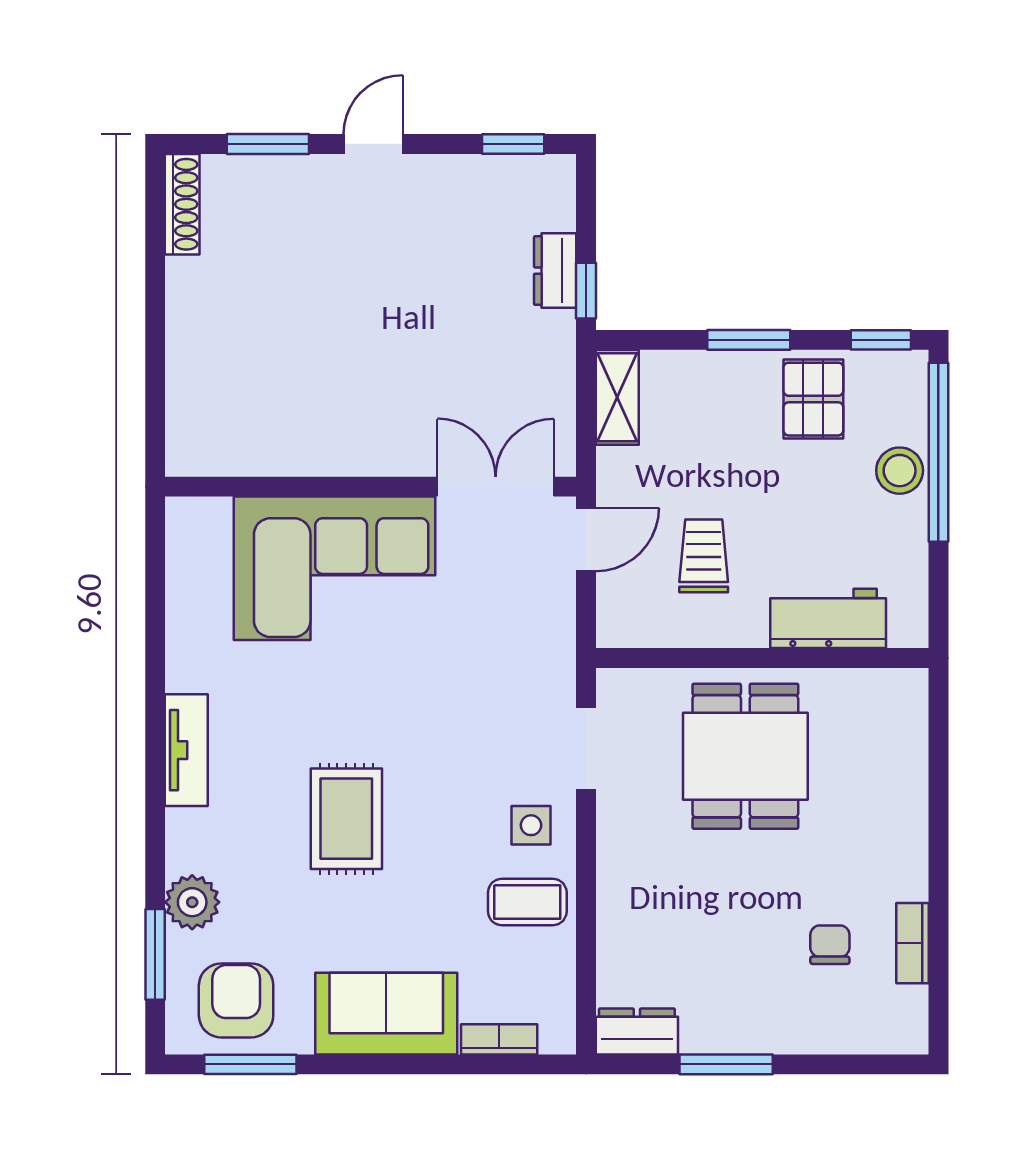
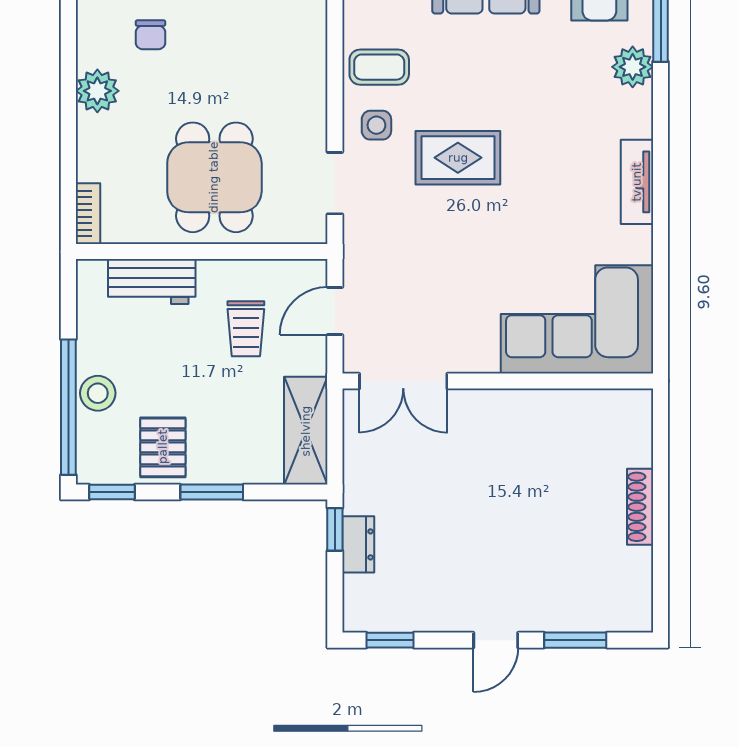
shoe rack: (182, 204) -> (640, 507), moved
shelving: (617, 397) -> (306, 431), width x1.50, depth x1.33
door: (586, 539) -> (335, 311), moved
corner sofa: (335, 568) -> (577, 319), moved
rug: (346, 819) -> (458, 158), moved, turned 90
plant: (900, 870) -> (97, 91), added
bookcase: (913, 943) -> (88, 214), moved

